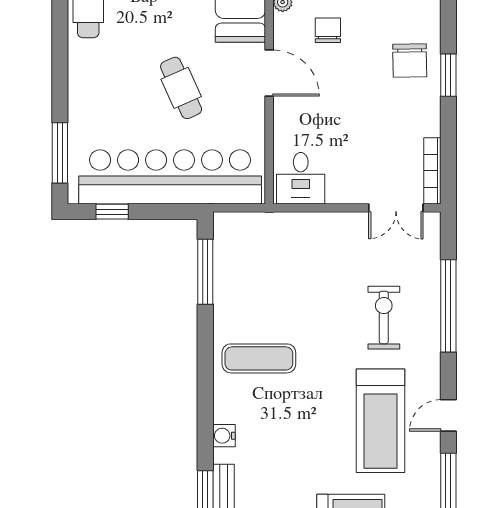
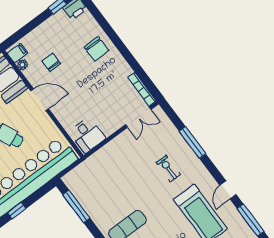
window: (448, 75) -> (118, 43), removed
window: (448, 306) -> (193, 143), width x0.68
exercise bike: (384, 318) -> (168, 168), width x0.73, depth x0.72

